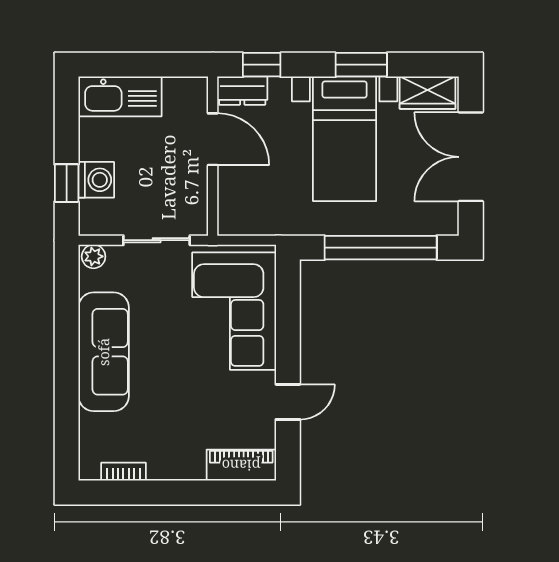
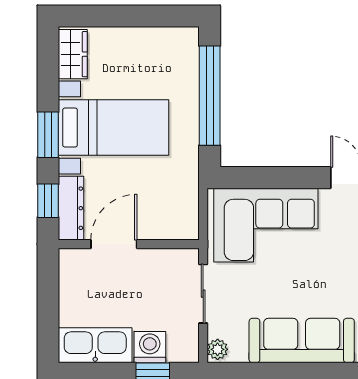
window: (361, 65) -> (48, 135), moved
dresser: (242, 91) -> (71, 208), width x1.44
kitchen sink: (120, 96) -> (95, 345), moved, turned -90
double door: (471, 157) -> (129, 16), removed

